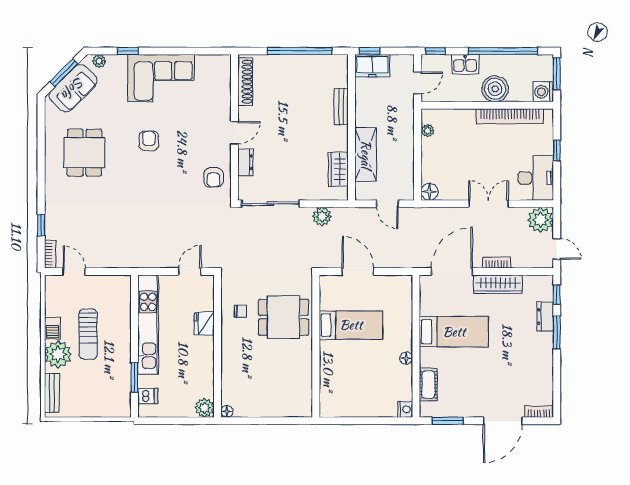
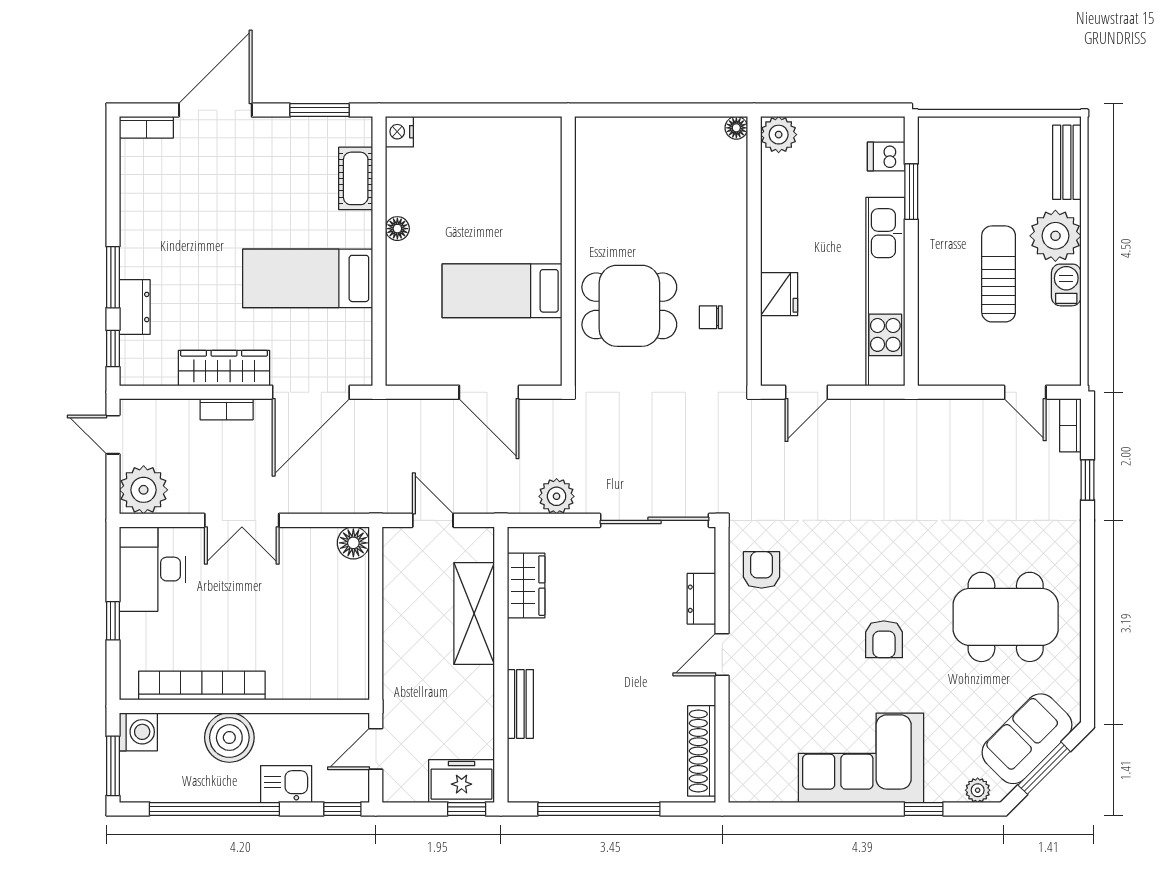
plant: (428, 131) -> (357, 659), removed
dining table: (84, 153) -> (1006, 617), width x1.38

